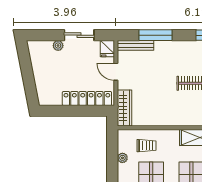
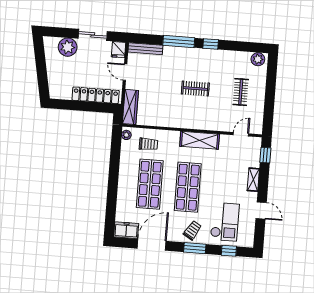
window: (155, 35) -> (179, 42), moved
plant: (58, 46) -> (68, 47), width x1.87, depth x1.87
plant: (122, 158) -> (126, 135), moved

